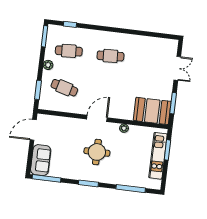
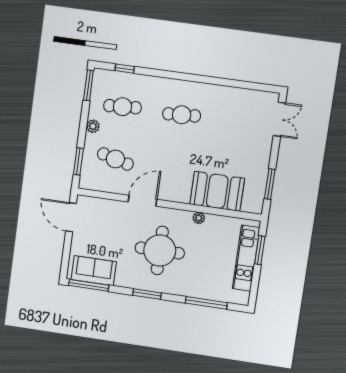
double door: (177, 68) -> (279, 119), moved
booth: (152, 111) -> (217, 191), moved
door: (97, 118) -> (142, 201), moved
door: (33, 130) -> (71, 217), hinge flipped
round table: (97, 152) -> (160, 250), width x1.36, depth x1.36
sofa: (41, 160) -> (94, 271), moved, turned -90

